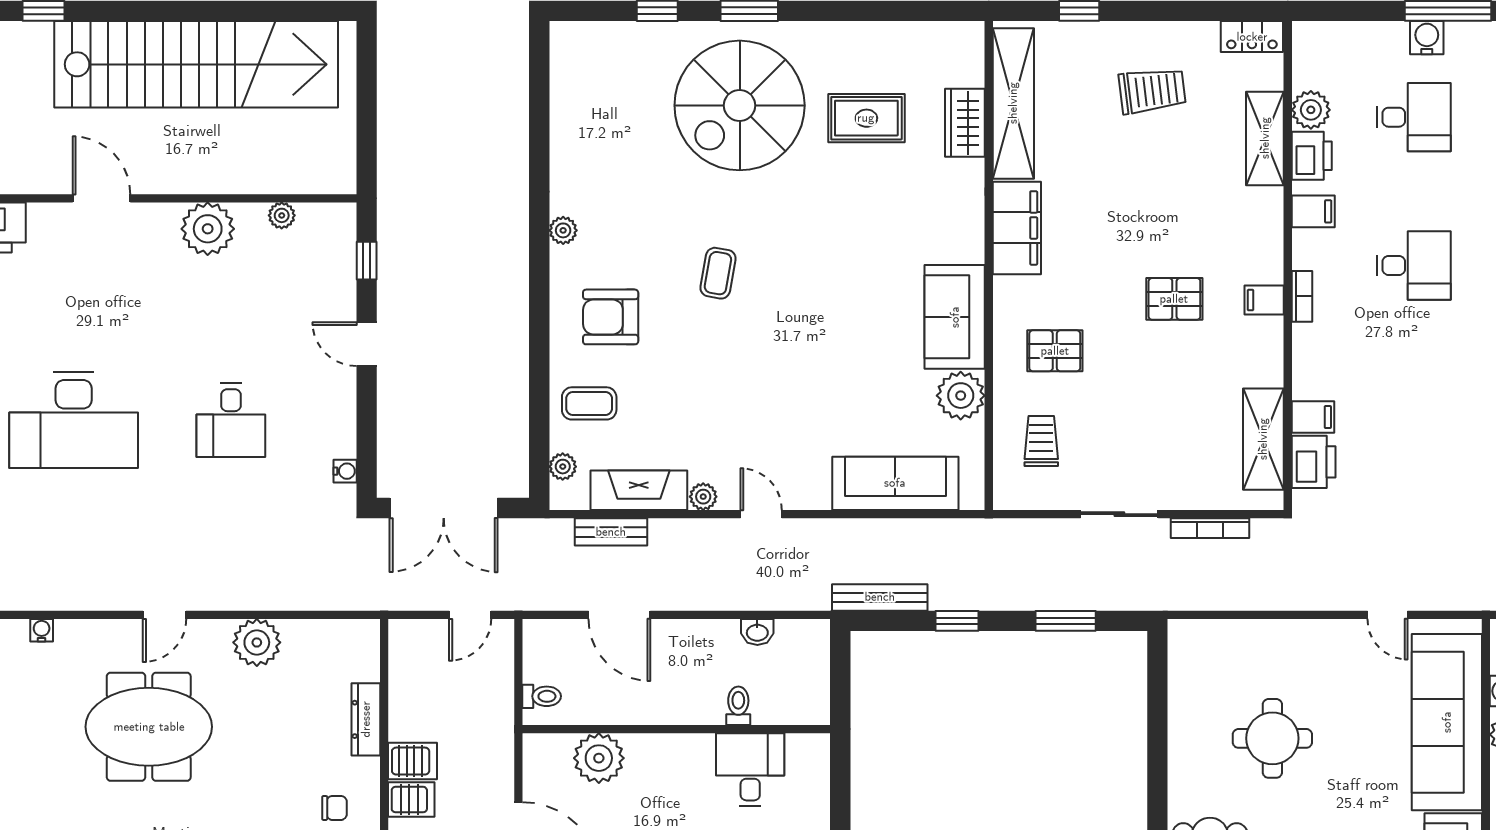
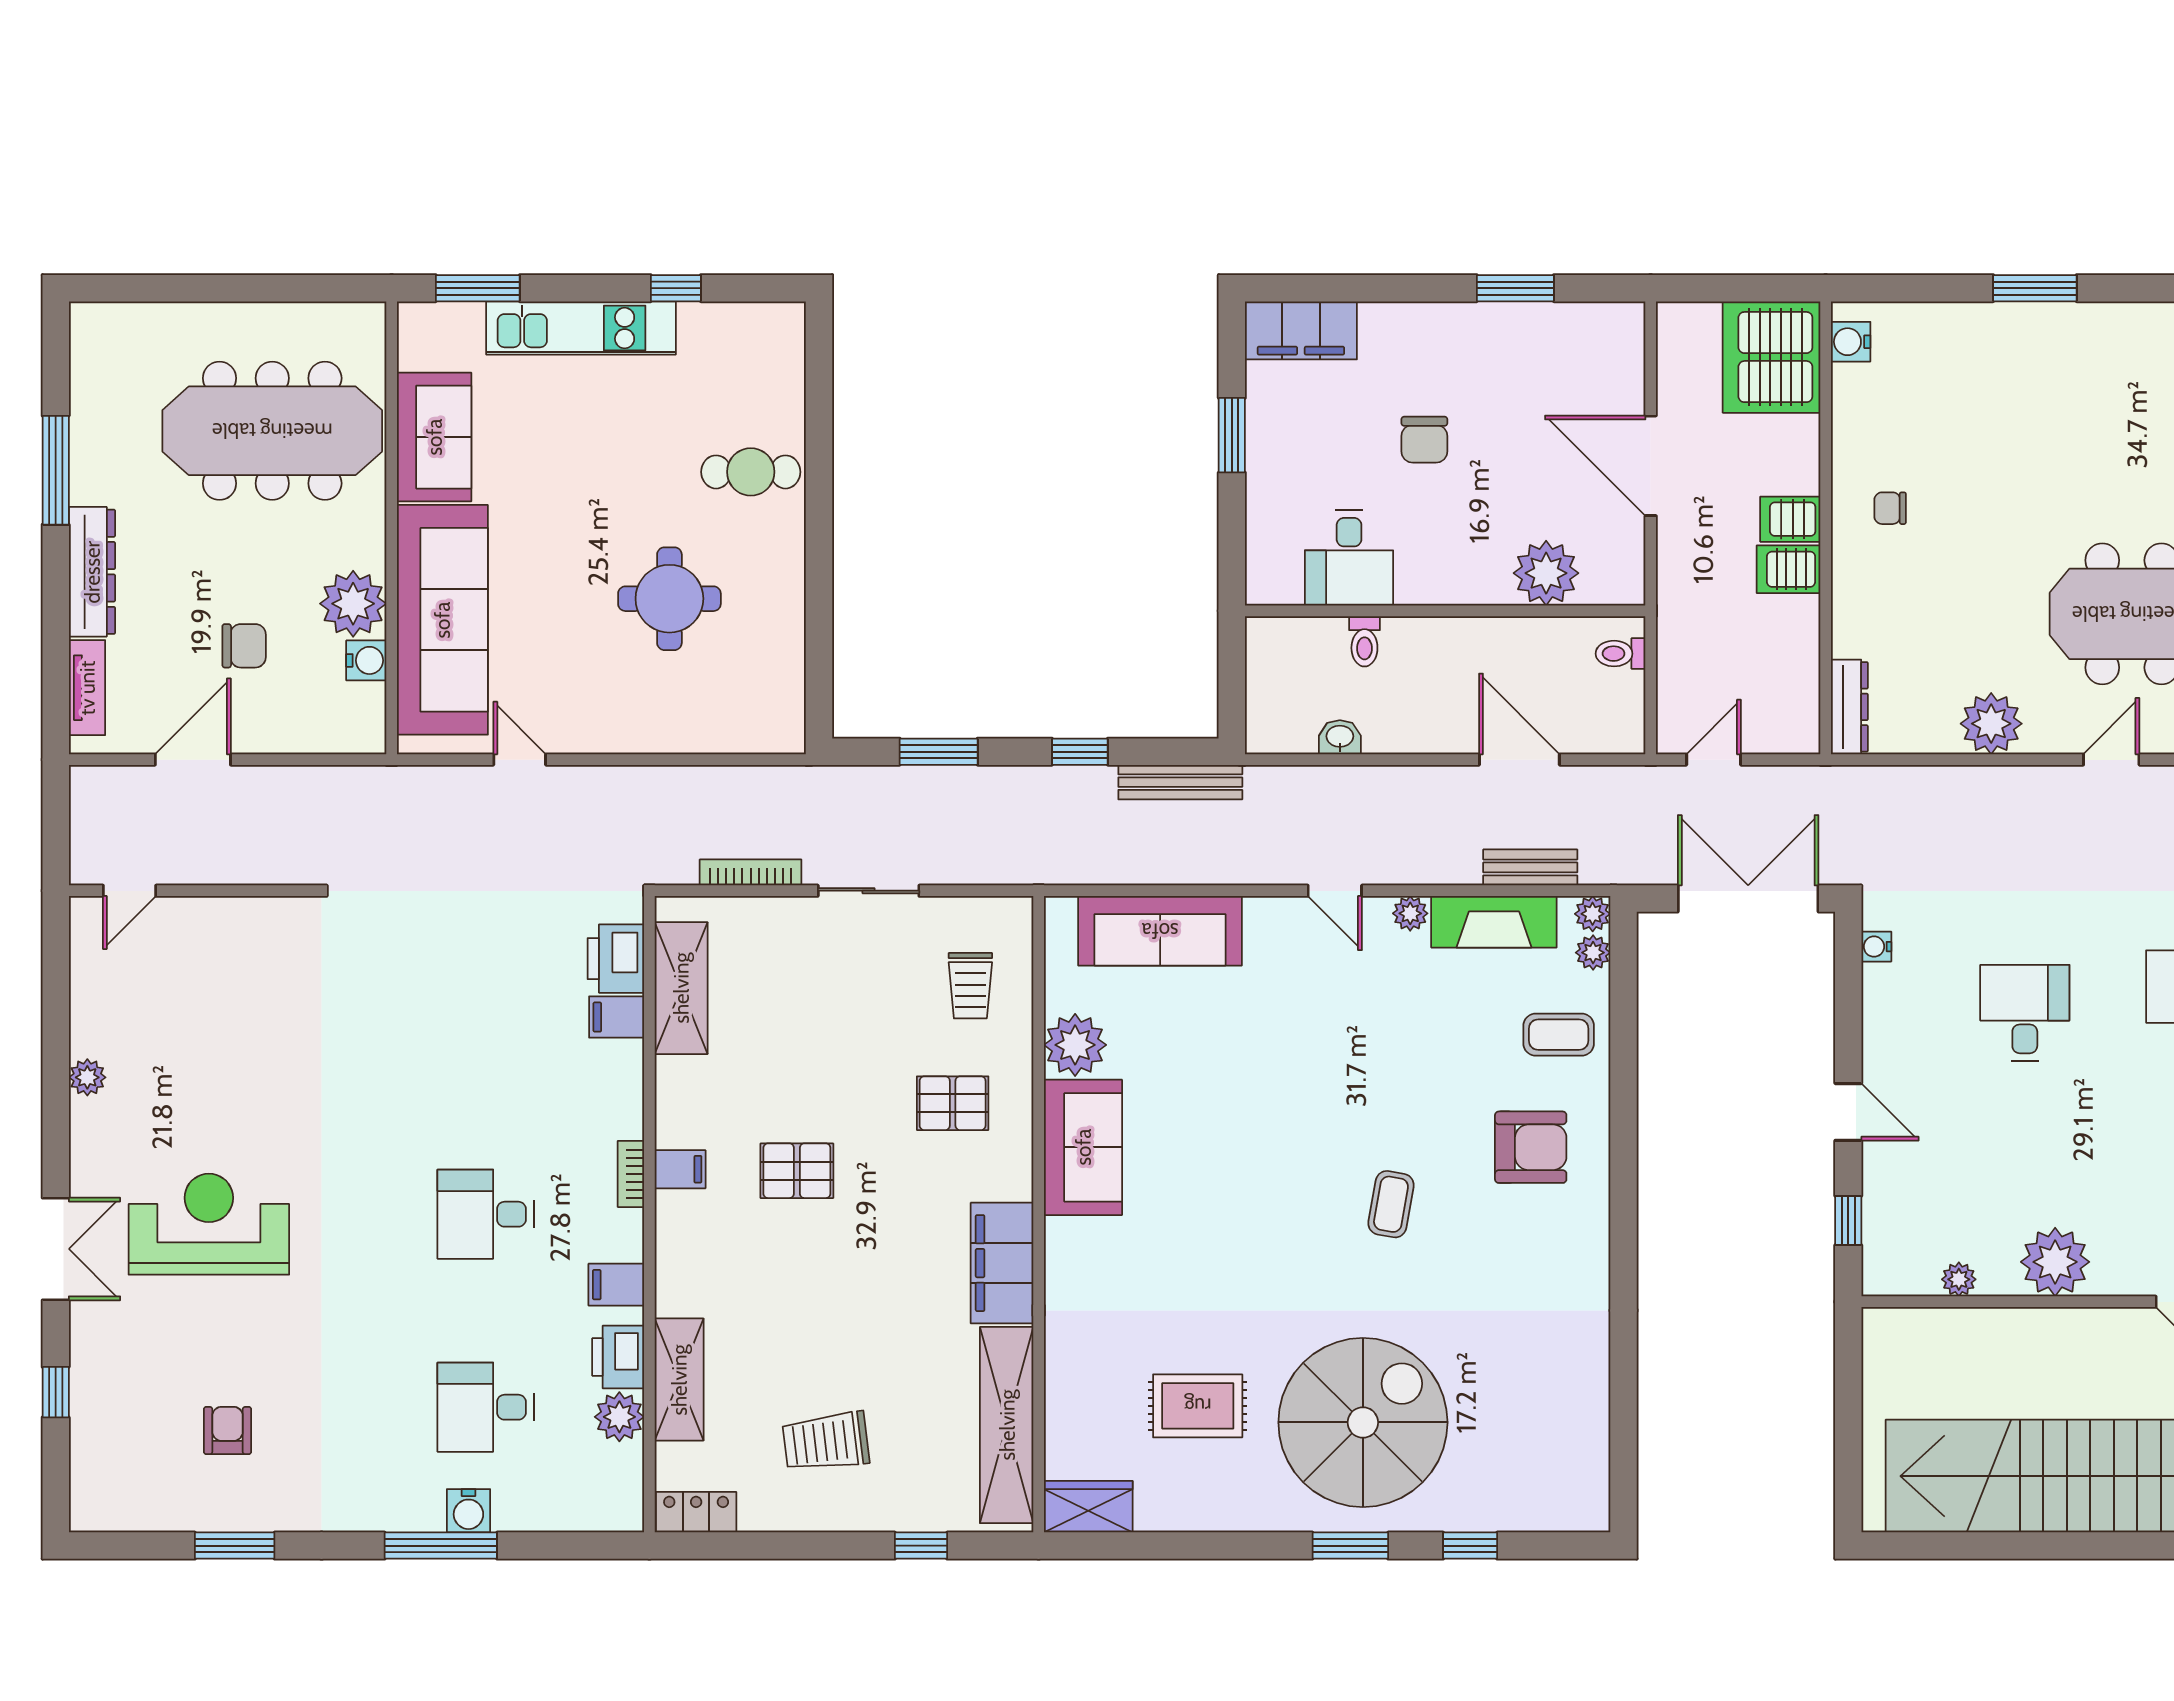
wardrobe: (965, 123) -> (1088, 1507), moved, turned -90
plant: (563, 230) -> (1593, 914), moved
dresser: (366, 719) -> (1849, 707), moved

